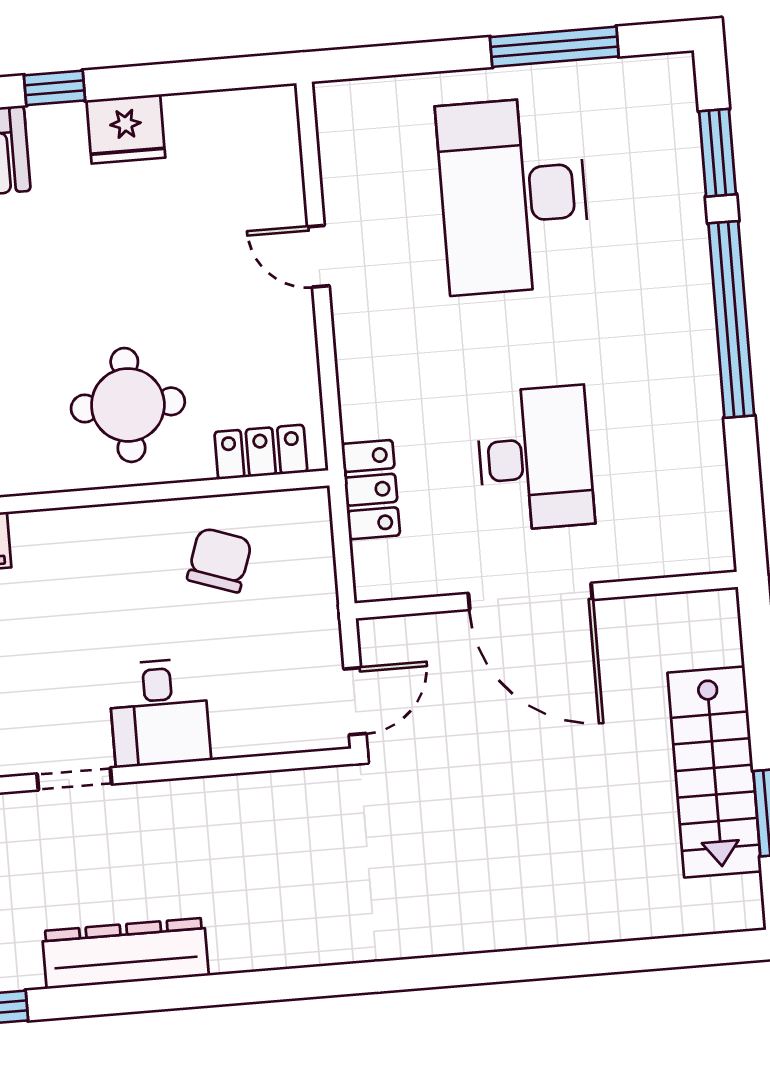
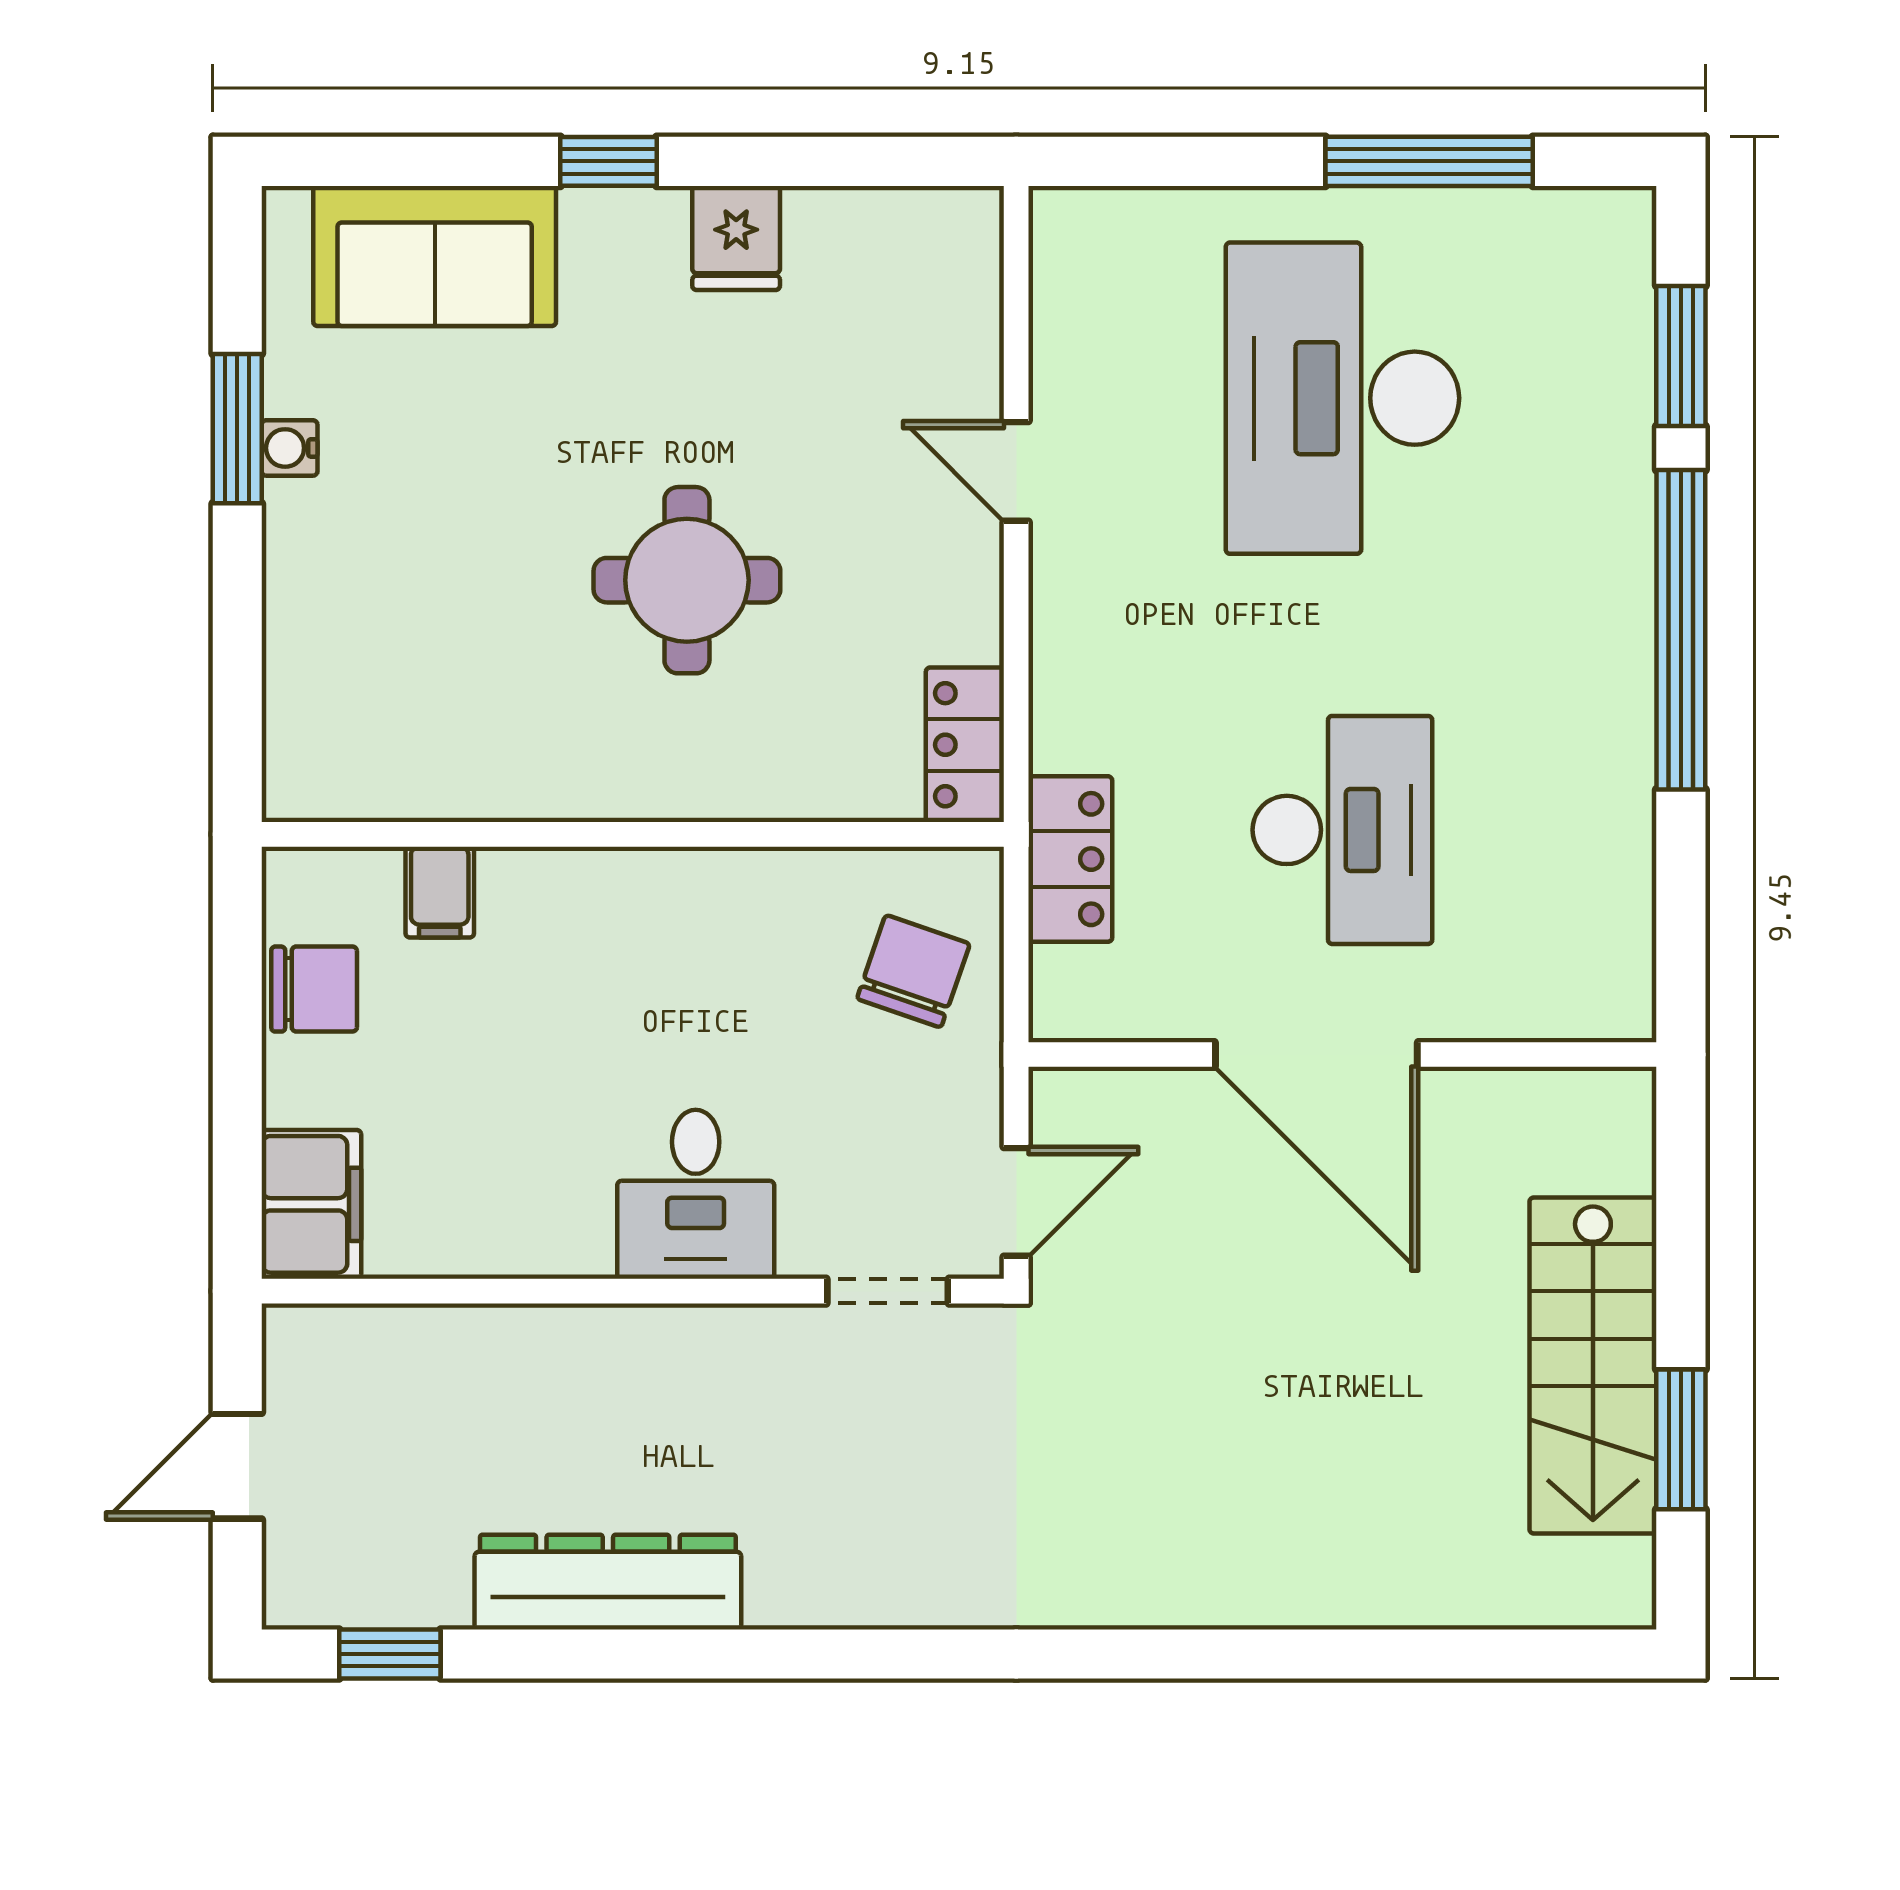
fridge: (126, 129) -> (736, 238), width x0.72
round table: (128, 405) -> (687, 580), moved
locker: (261, 452) -> (965, 745), moved, turned -90
chair: (219, 560) -> (913, 971), moved
doorway: (74, 779) -> (888, 1291), moved

